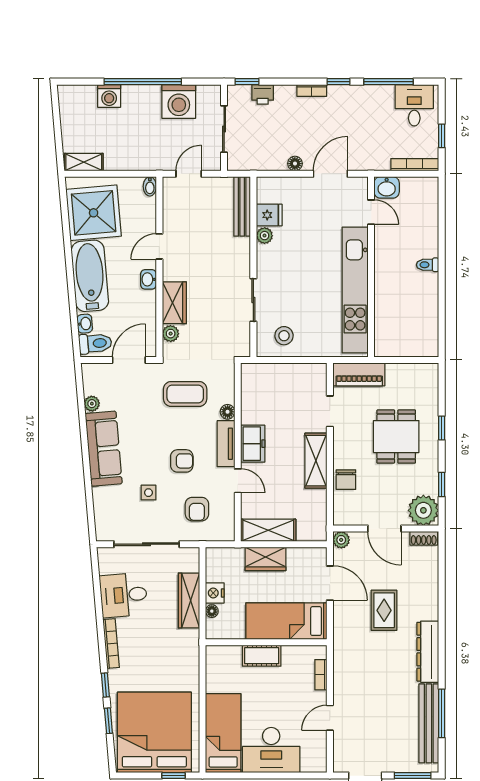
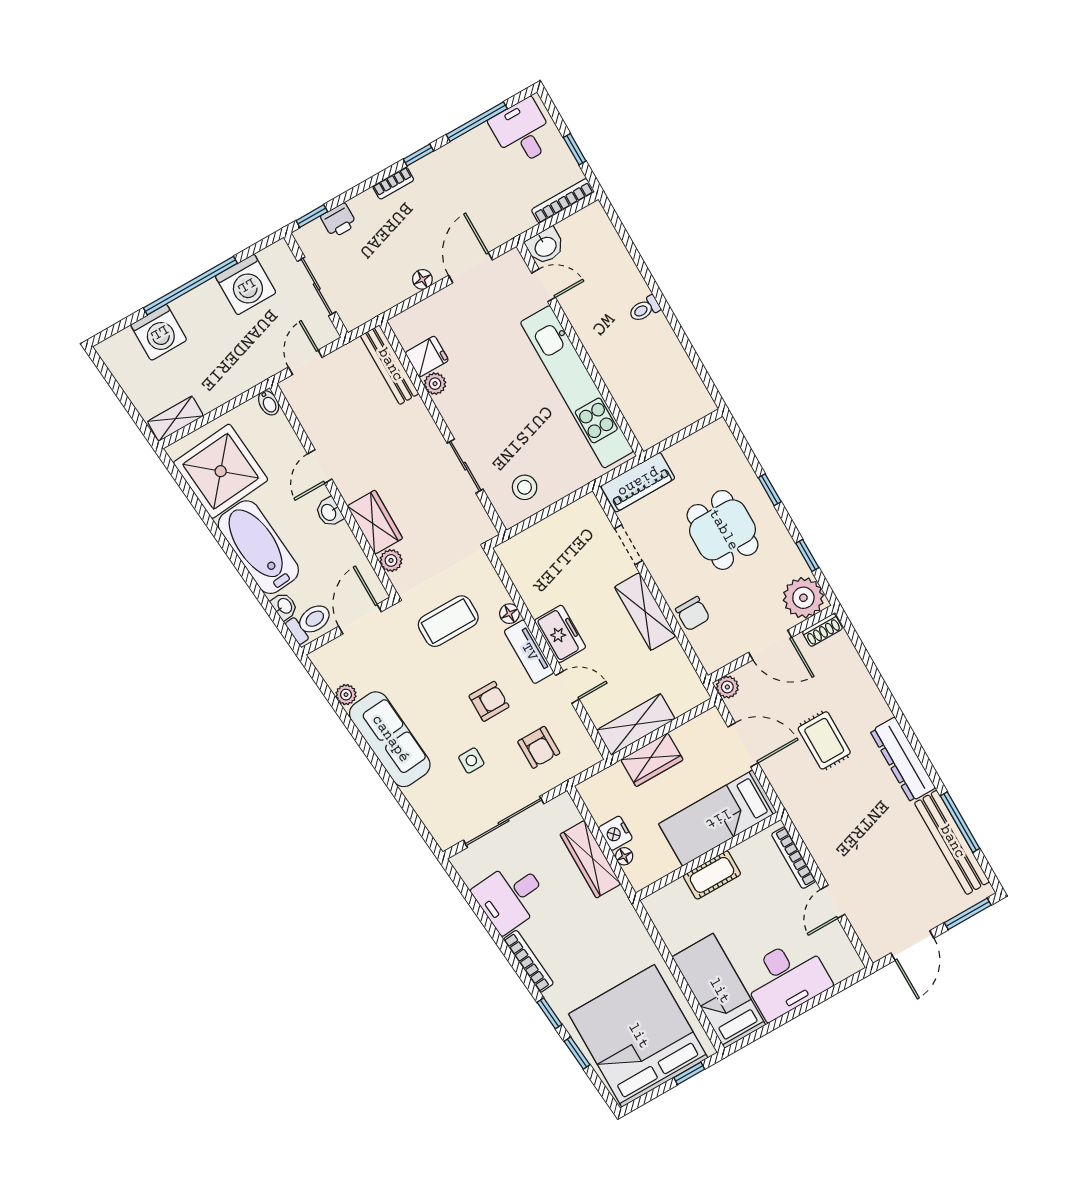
washing machine: (109, 96) -> (159, 332), width x1.37, depth x1.37
bookcase: (321, 675) -> (794, 858), width x1.56

